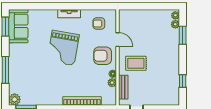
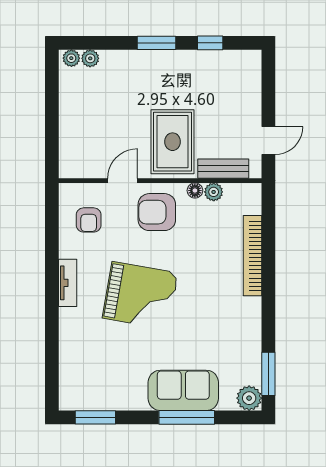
sofa: (18, 26) -> (183, 390), moved
window: (183, 35) -> (156, 43), moved
armchair: (103, 56) -> (157, 212), turned 90
rug: (136, 63) -> (173, 142), width x1.36, depth x1.43

